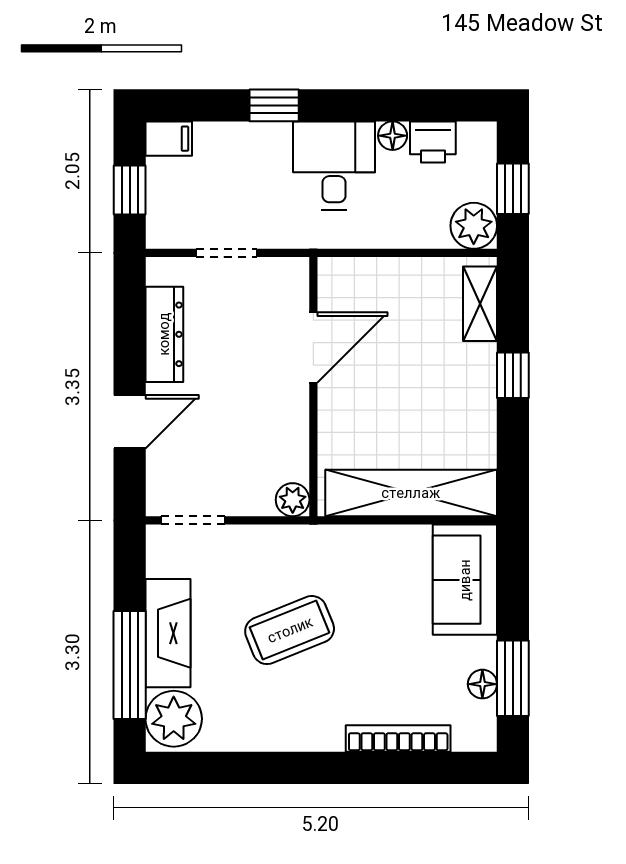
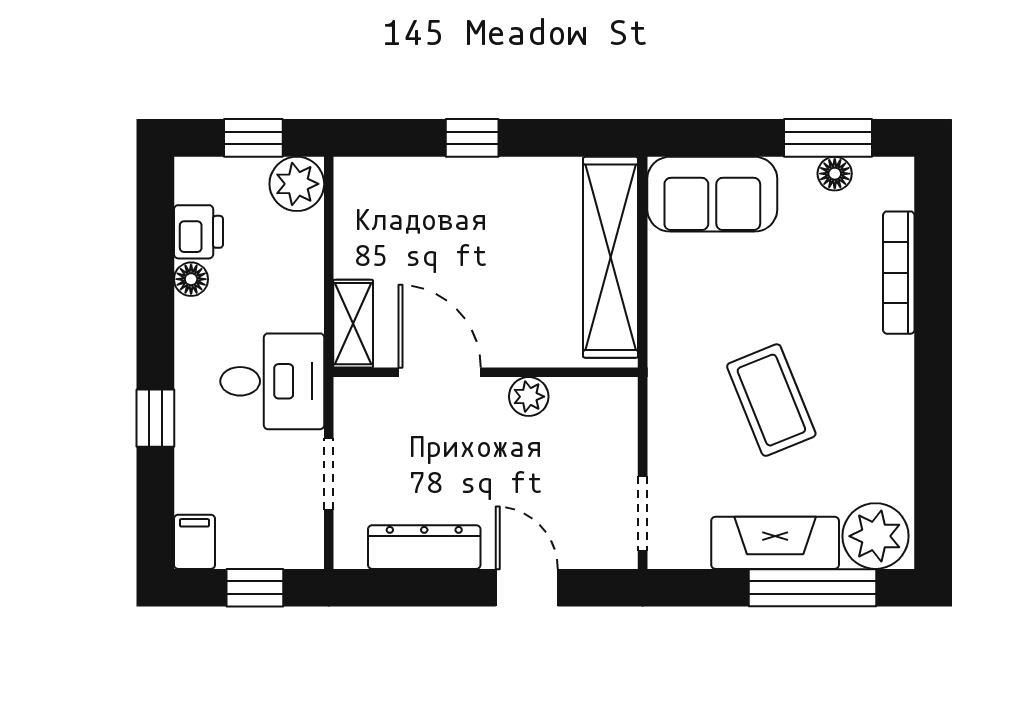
desk: (334, 165) -> (272, 381), moved, turned 180
shelving: (480, 304) -> (353, 324), moved, turned 90
plant: (293, 500) -> (529, 397), moved

